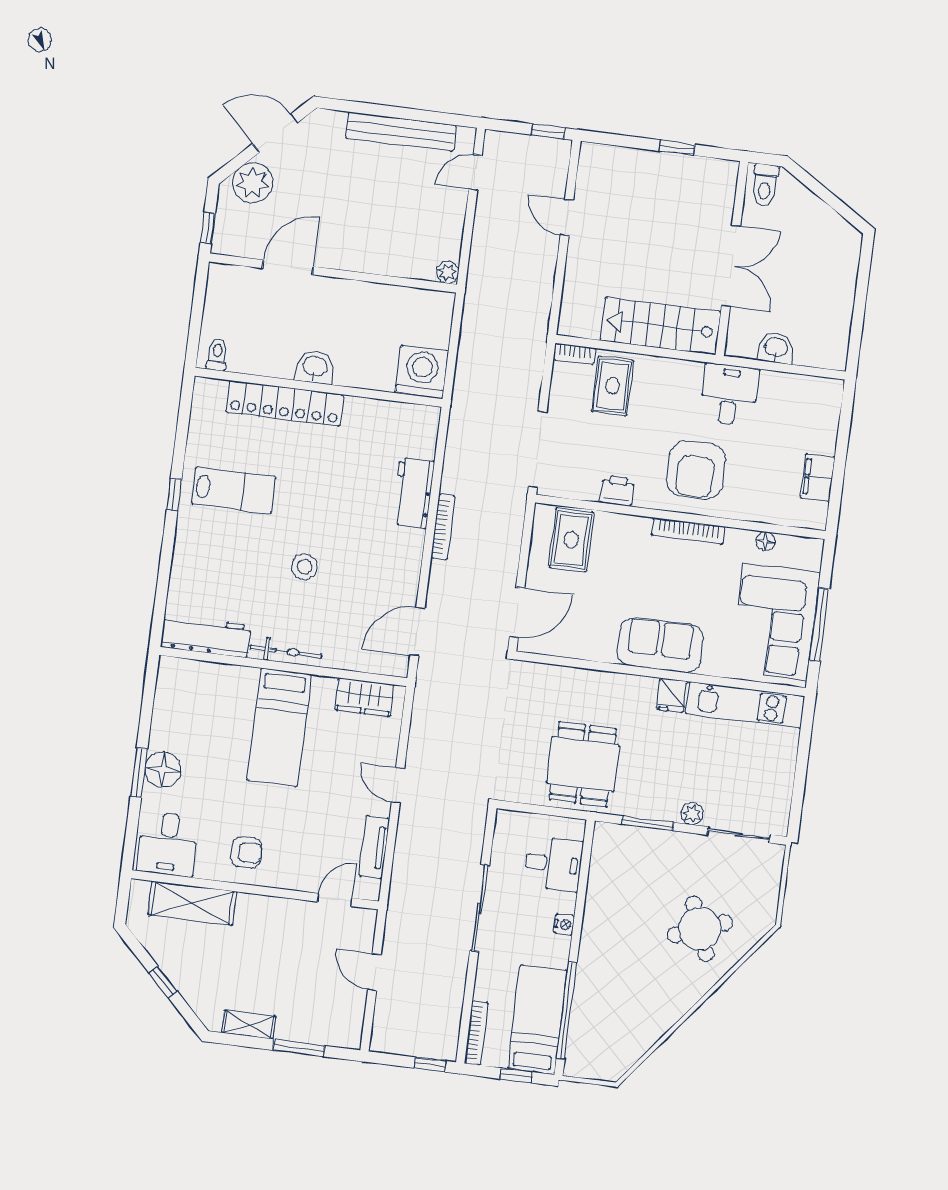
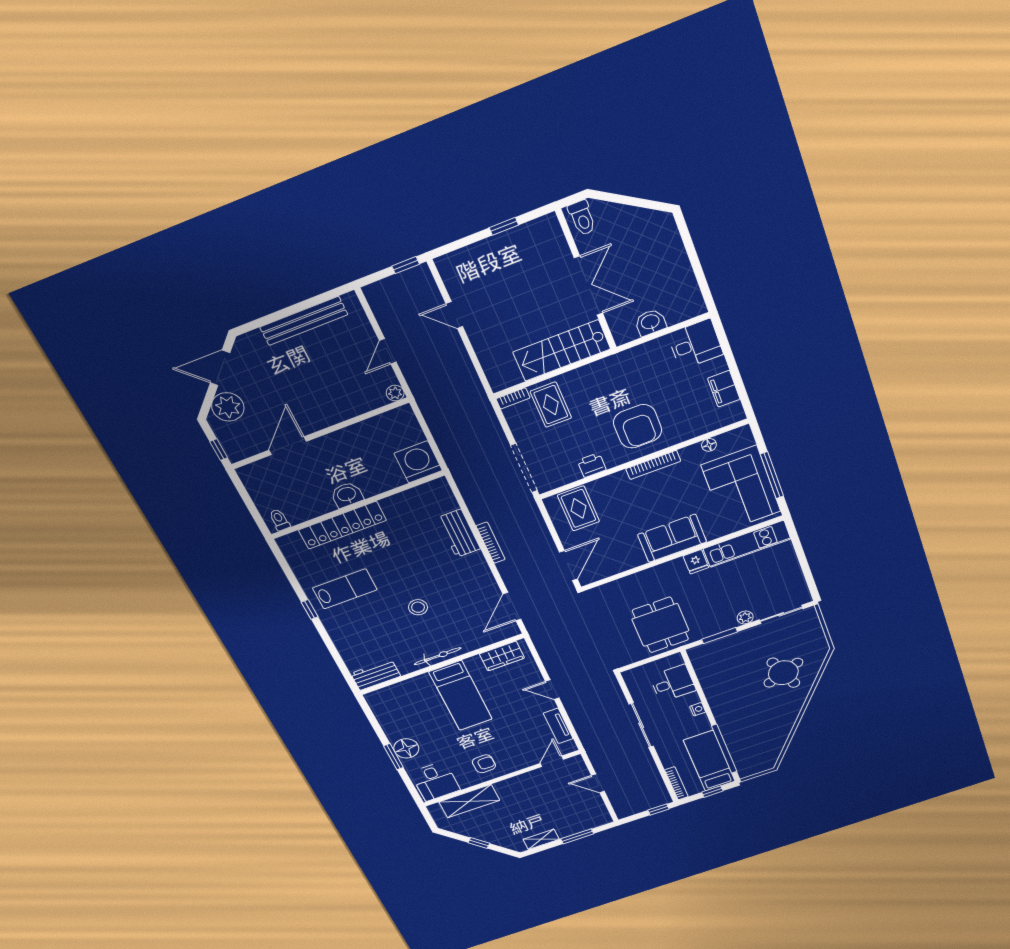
door: (475, 172) -> (388, 351), moved
desk: (729, 394) -> (695, 344), moved, turned 90
workbench: (206, 636) -> (376, 675), width x0.73

